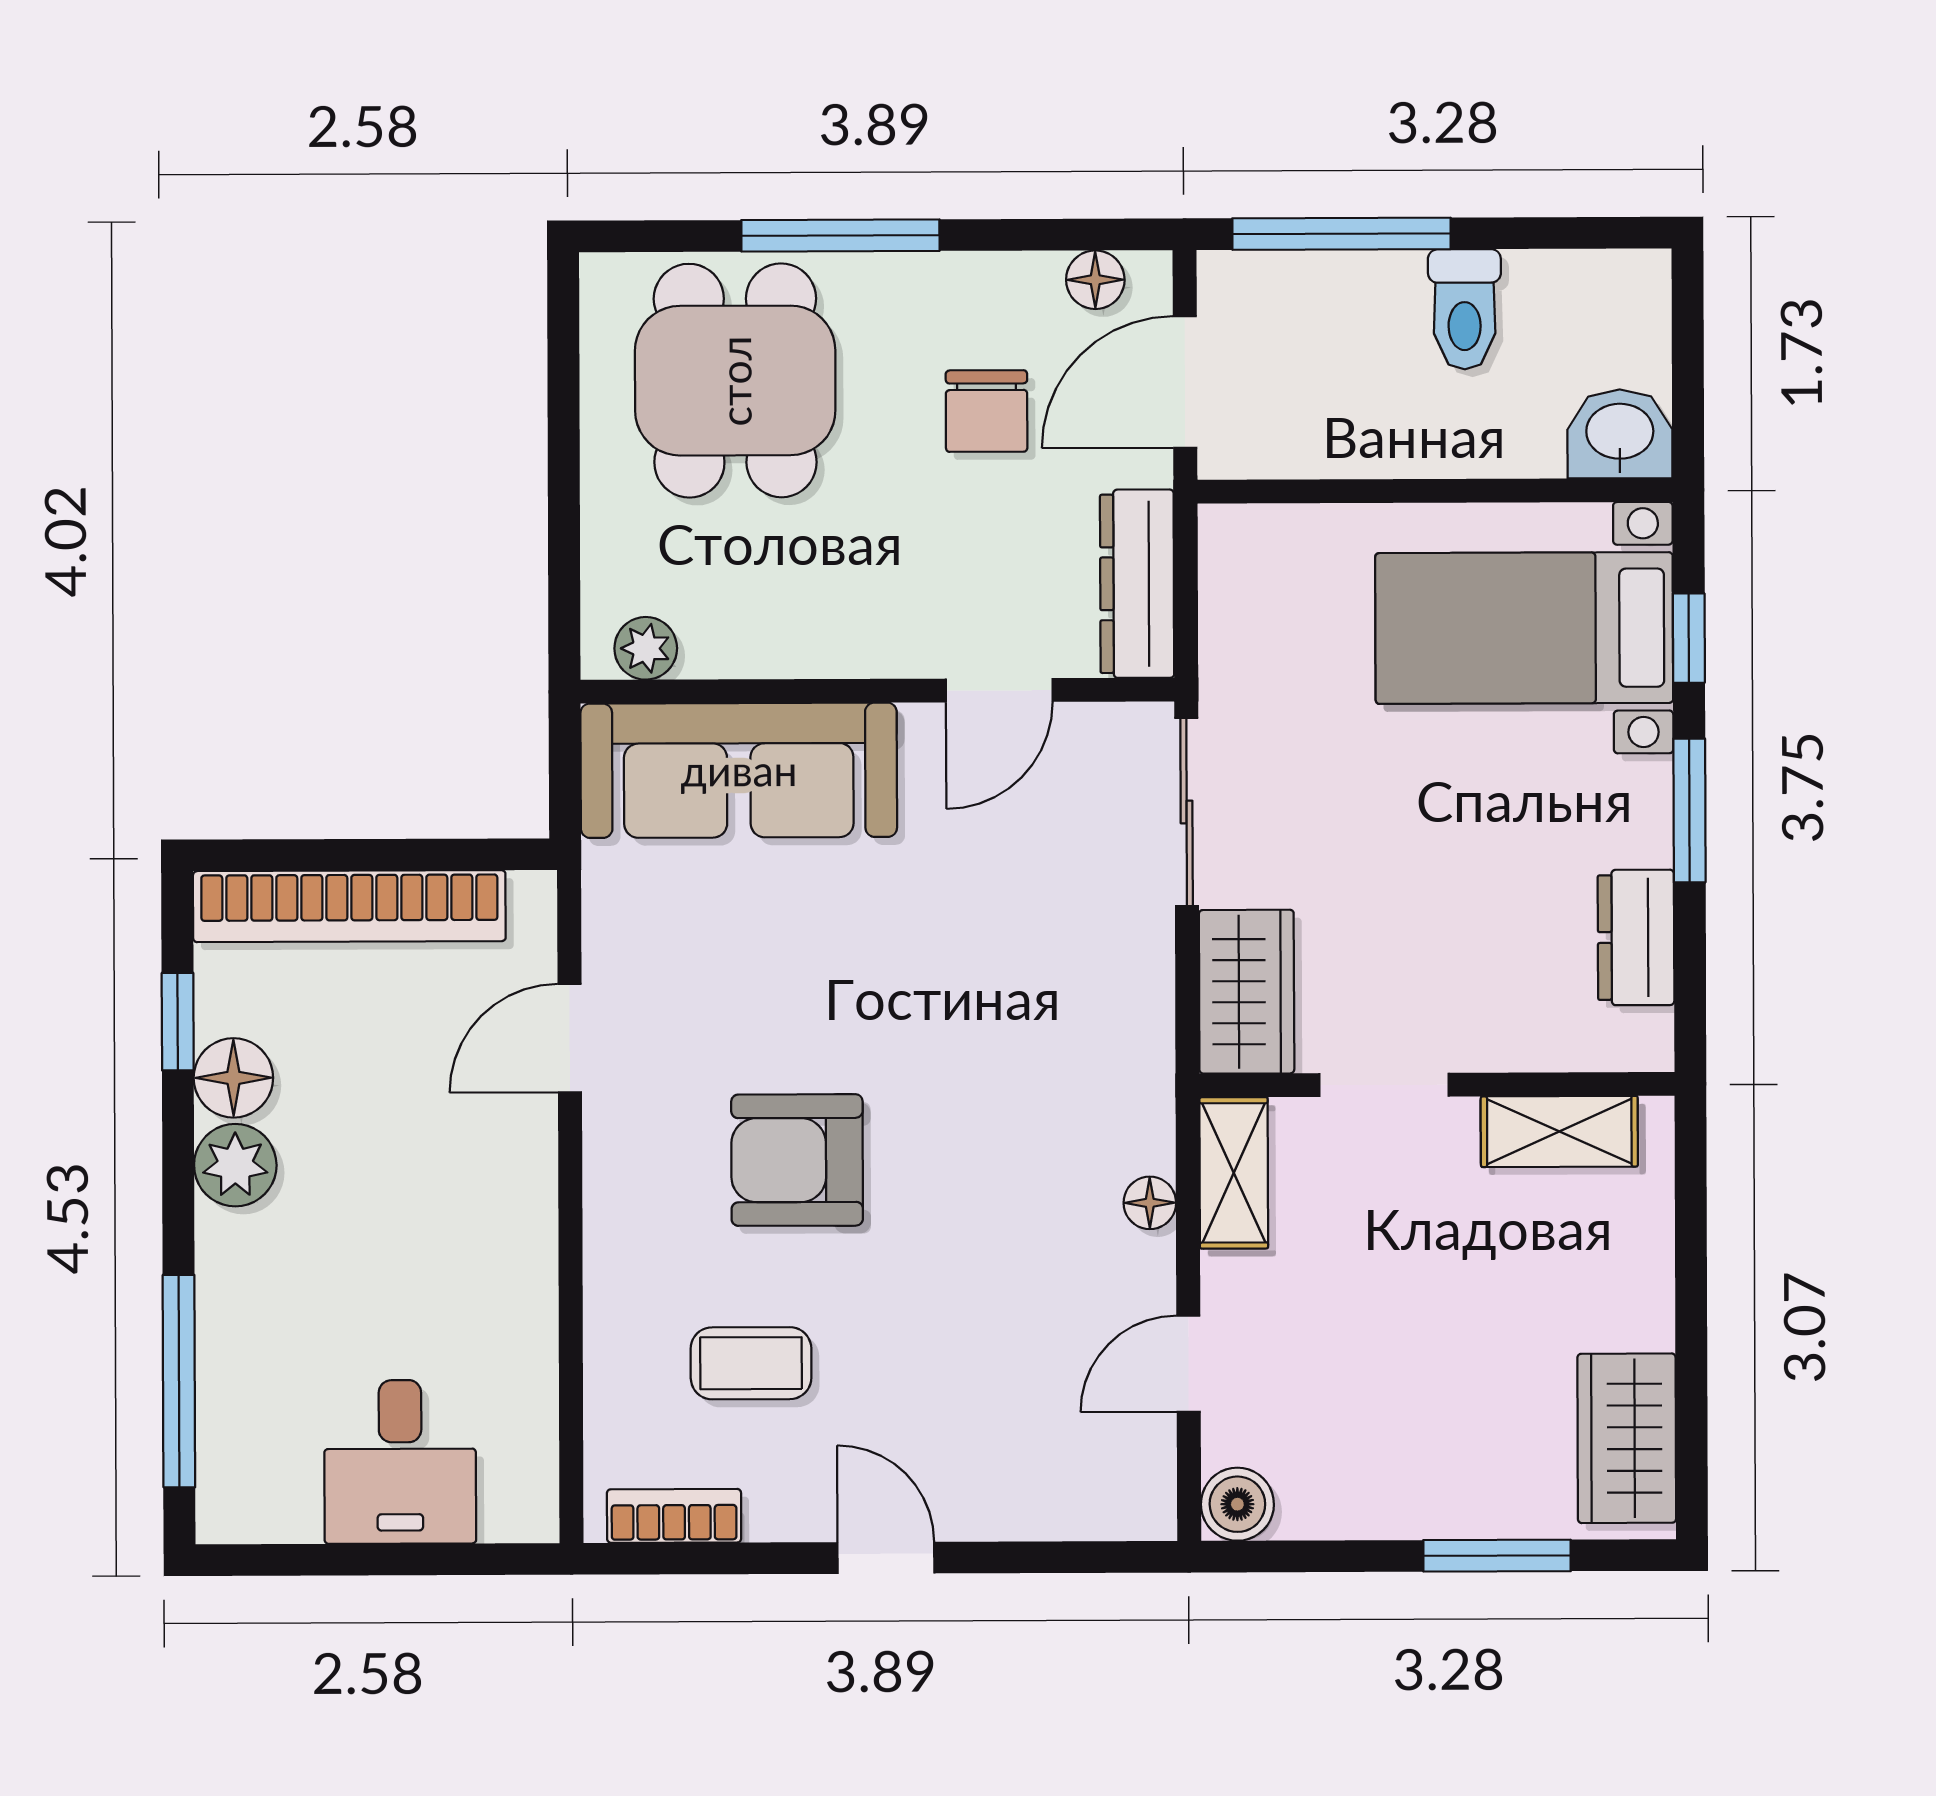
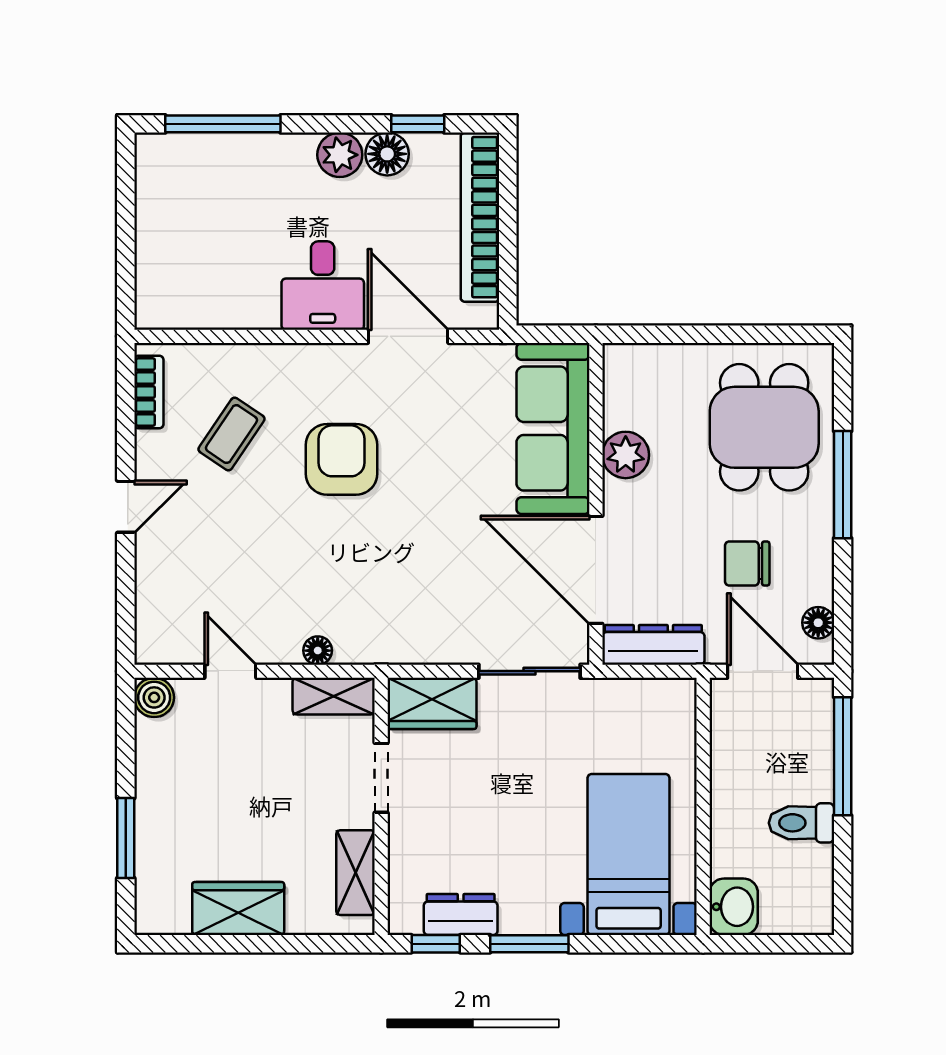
dining table: (735, 381) -> (764, 427), turned 90
window: (1689, 638) -> (436, 944), moved
plant: (646, 648) -> (626, 455), moved, width x1.38, depth x1.38
door: (999, 690) -> (596, 570), width x1.88
door: (570, 1038) -> (408, 336), width x1.38
coffee table: (751, 1363) -> (231, 434), turned 34
wardrobe: (1627, 1438) -> (238, 909), moved
desk: (400, 1462) -> (323, 286), moved, turned -90

